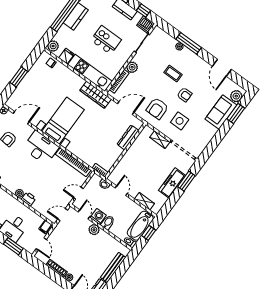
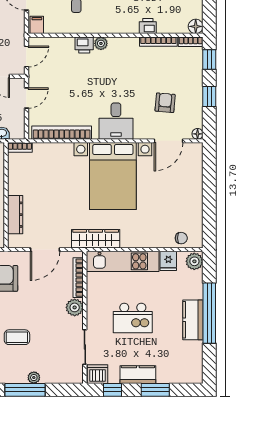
window: (19, 77) -> (209, 191), removed
bed with nightstands: (63, 121) -> (113, 176), width x1.36
desk: (41, 148) -> (116, 121), width x0.73

